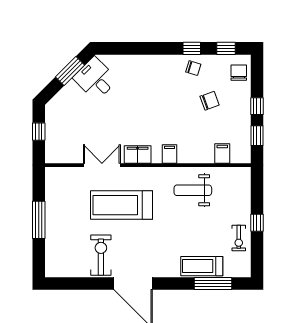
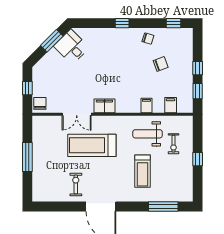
window: (192, 48) -> (122, 23), moved
chair: (239, 73) -> (40, 103), moved
filing cabinet: (170, 154) -> (147, 105), moved
double door: (102, 165) -> (77, 114), swing flipped
exercise bike: (239, 238) -> (174, 144), moved
exercise bike: (101, 255) -> (76, 184), width x0.73, depth x0.72
treadmill: (202, 266) -> (143, 171), moved, turned -90

